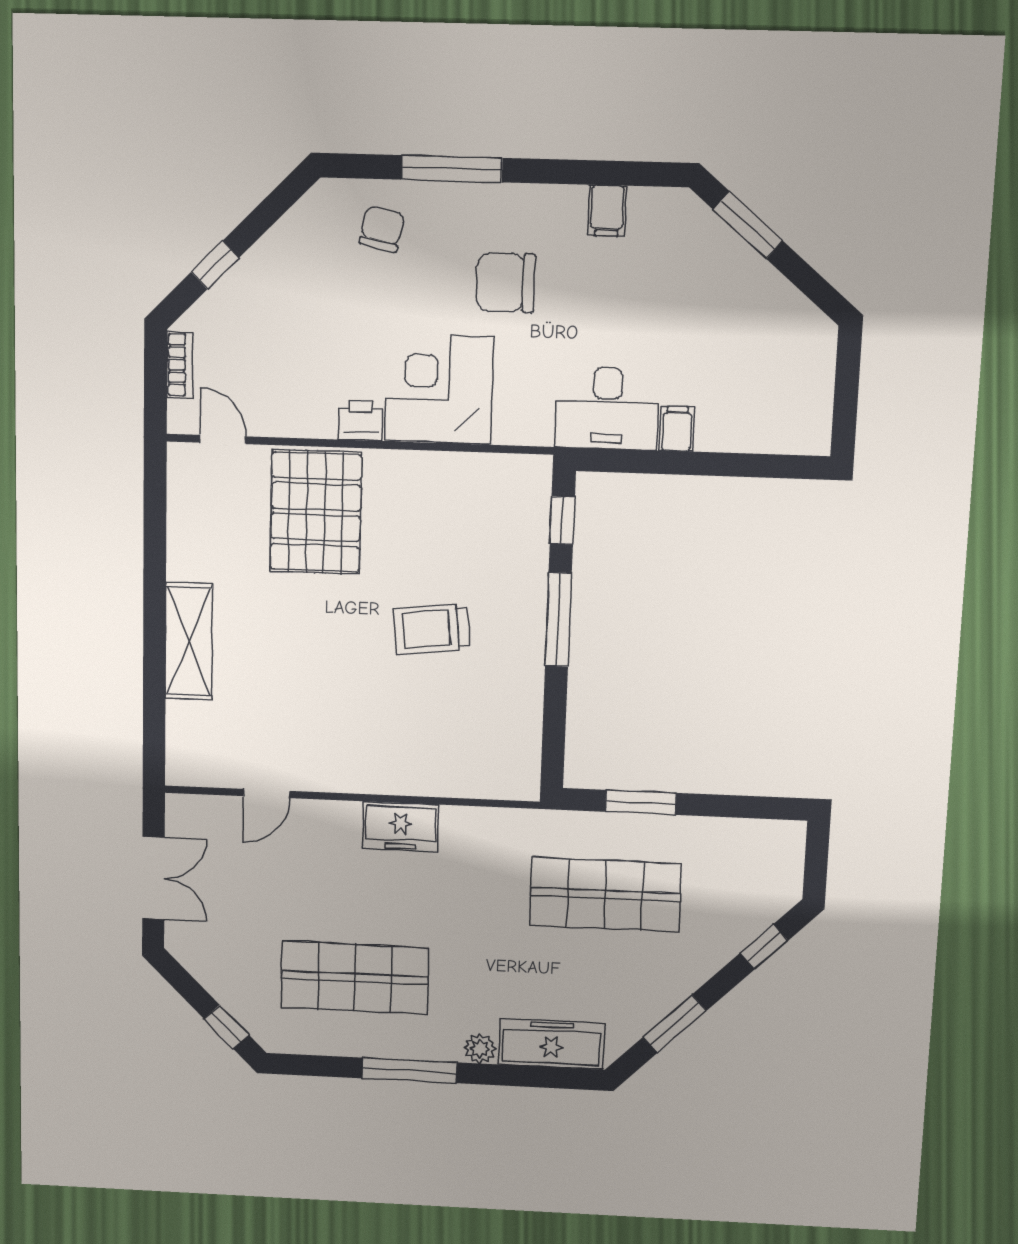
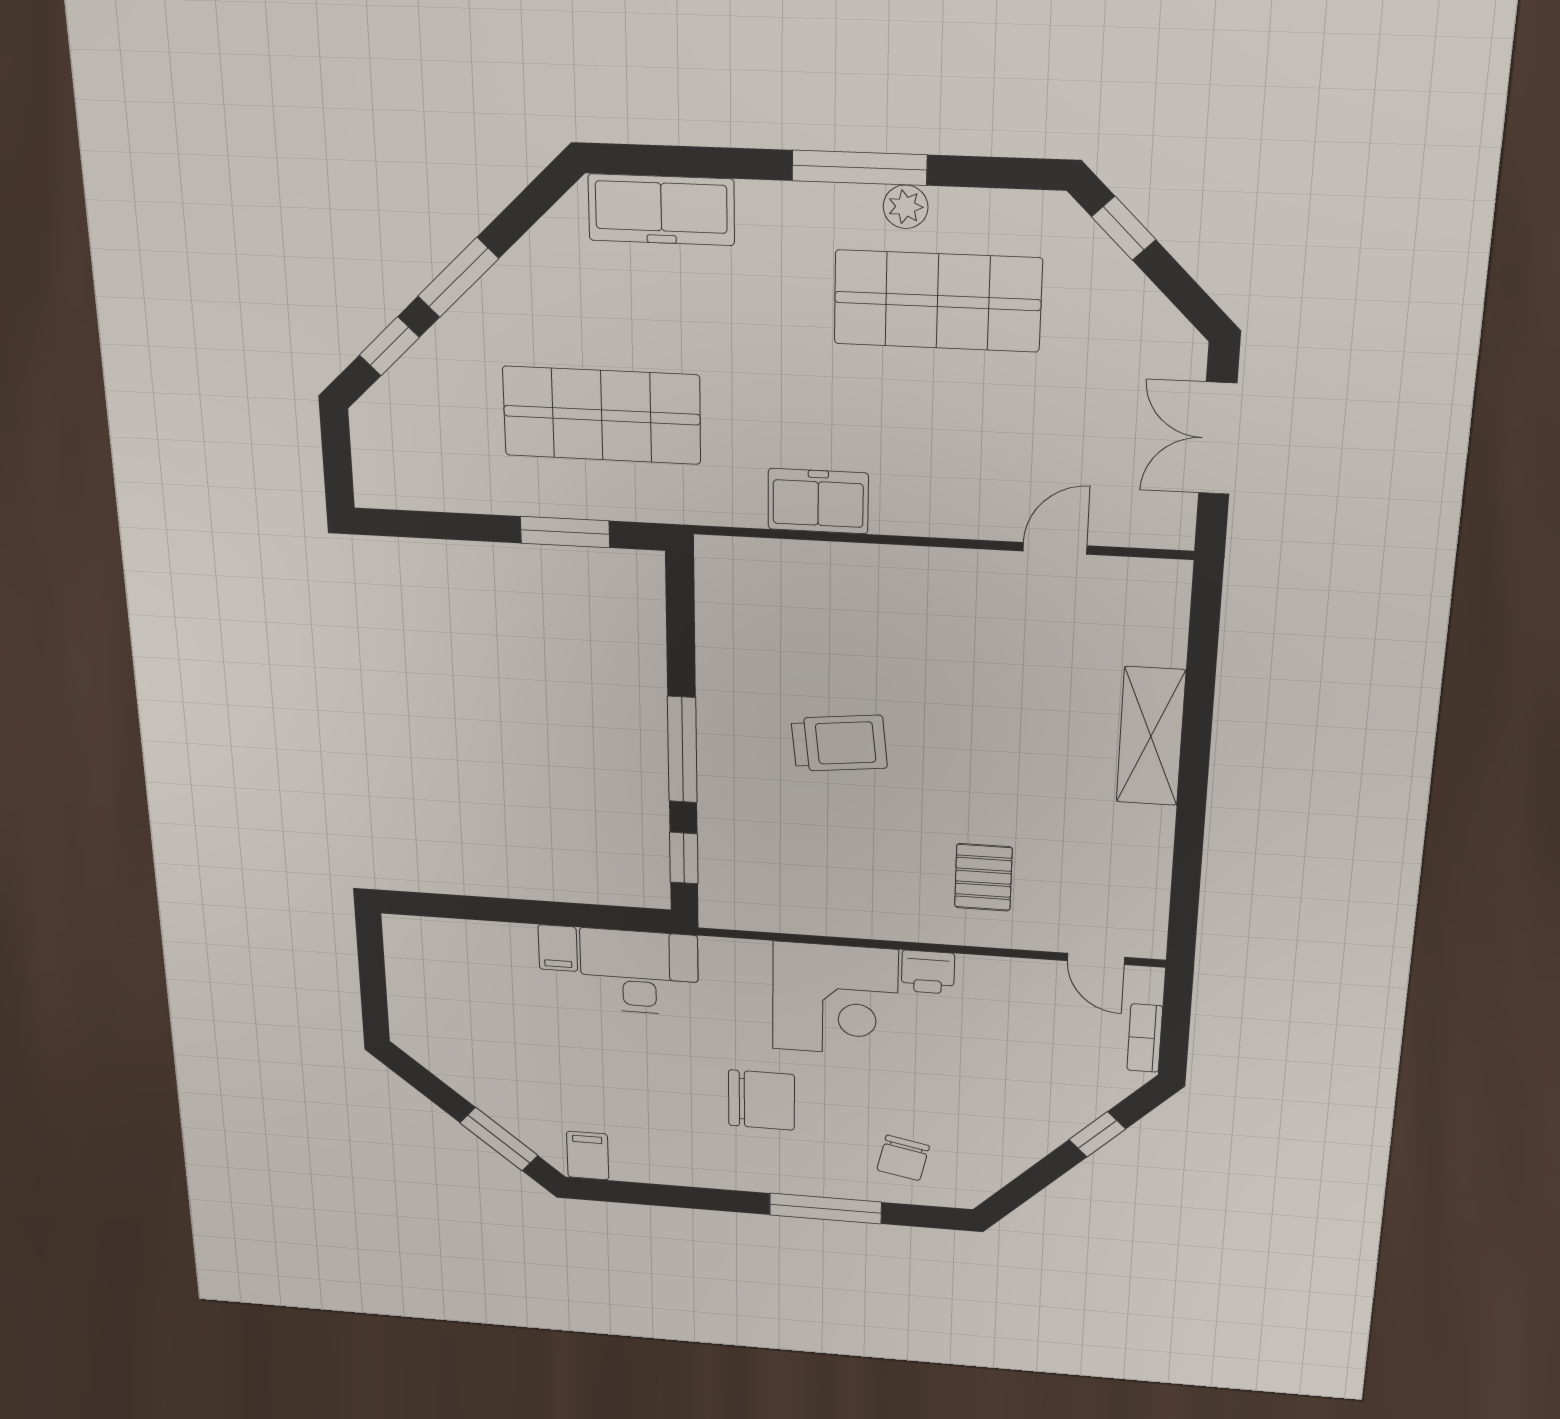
filing cabinet: (607, 211) -> (588, 1156), moved
pallet: (316, 512) -> (983, 877), width x0.49, depth x0.50
freezer: (400, 827) -> (818, 501), moved
window: (675, 1024) -> (458, 277), moved
plant: (480, 1049) -> (906, 207), moved

